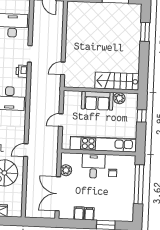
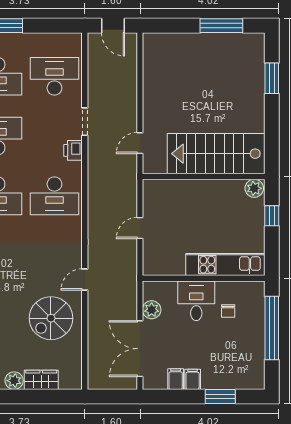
stairs: (117, 81) -> (216, 154), width x1.36, depth x1.51
plant: (119, 98) -> (254, 188), moved
sofa: (97, 101) -> (198, 194), removed
kitchen unit: (103, 144) -> (225, 265), width x0.73

